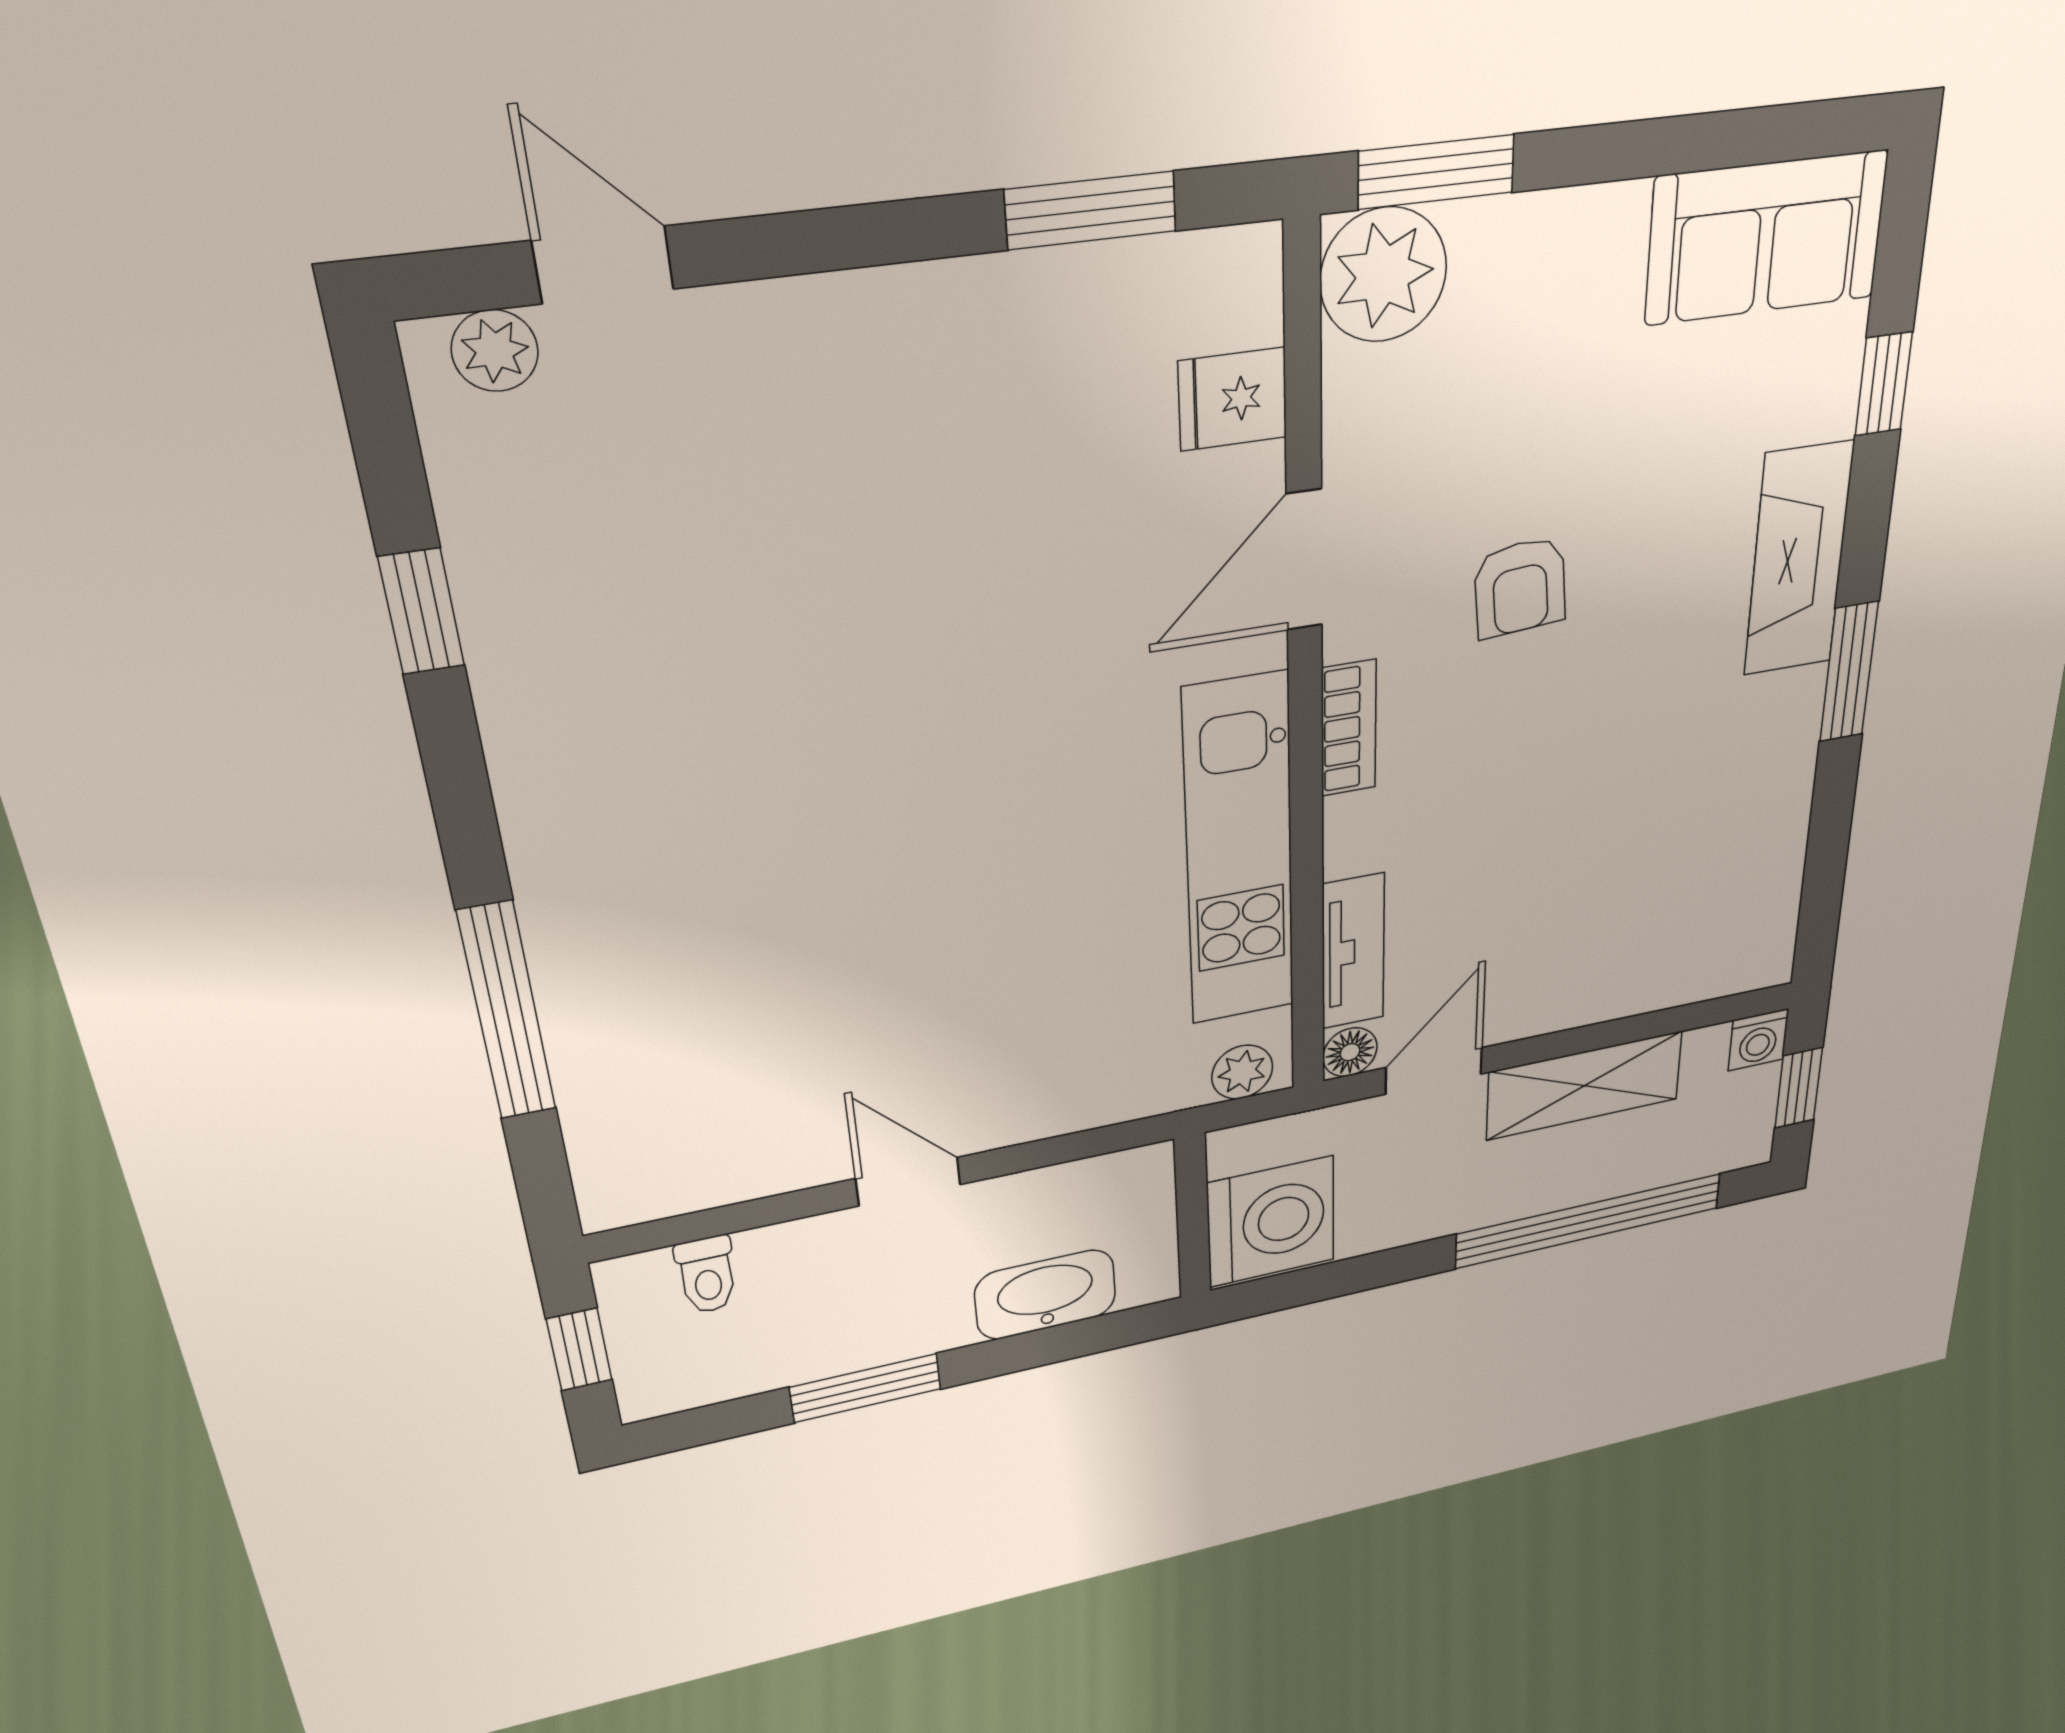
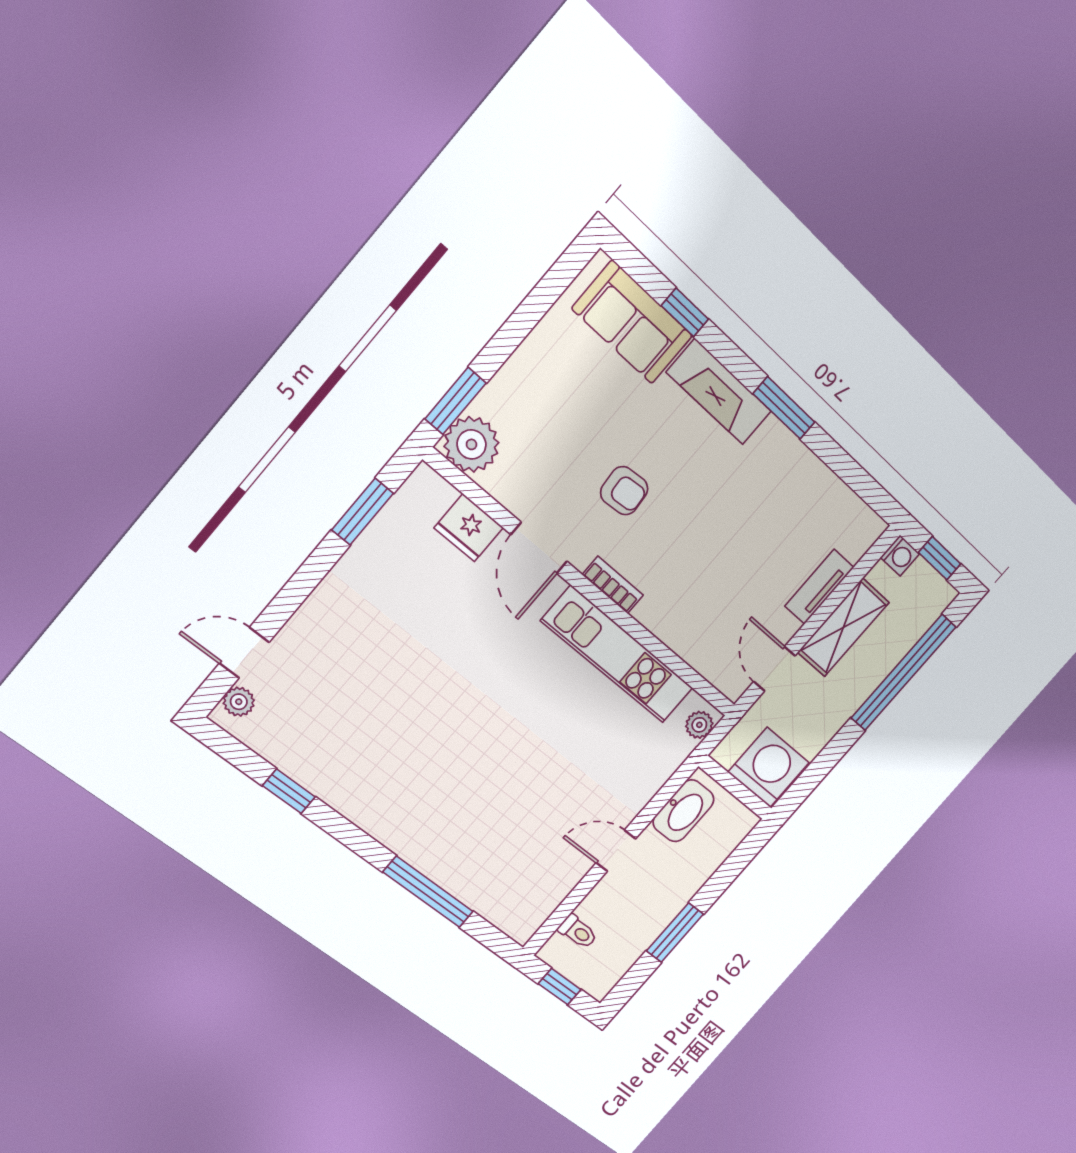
sofa: (1766, 238) -> (632, 322), moved, turned 90
fridge: (1233, 399) -> (469, 528), width x1.38
tv unit: (1353, 951) -> (819, 587), moved, turned -90
floor lamp: (1350, 1052) -> (734, 687), removed
washbasin: (1045, 1295) -> (683, 811), moved, turned 180

